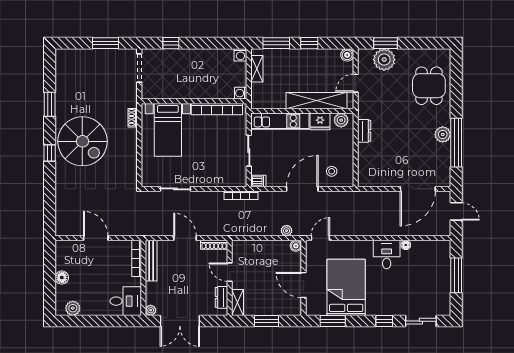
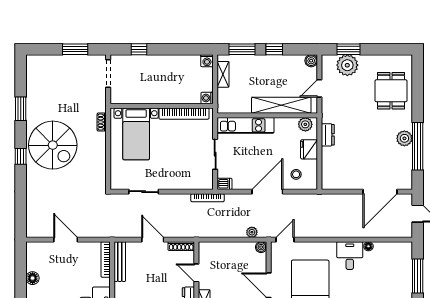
fridge: (320, 121) -> (309, 149), moved, turned 90

